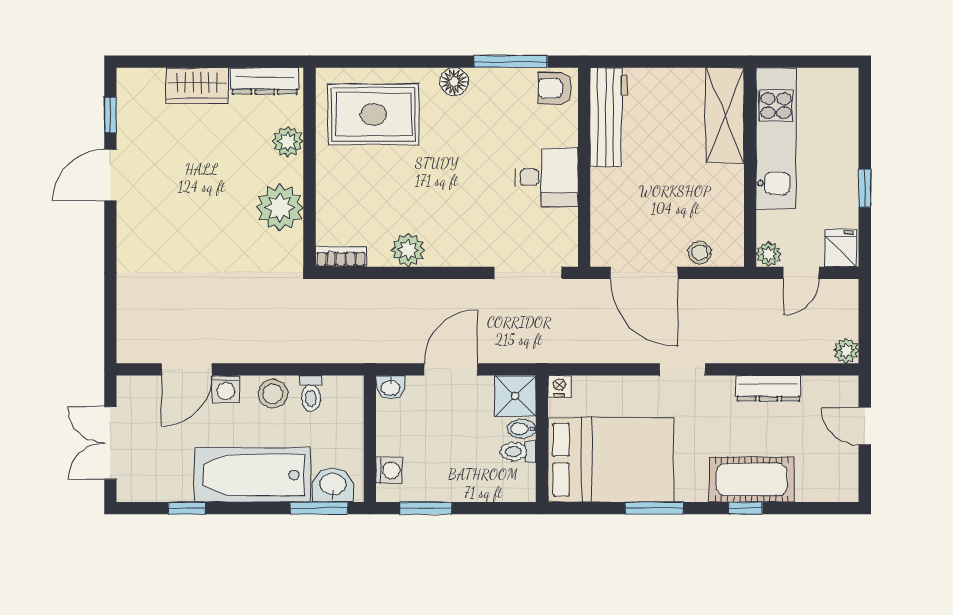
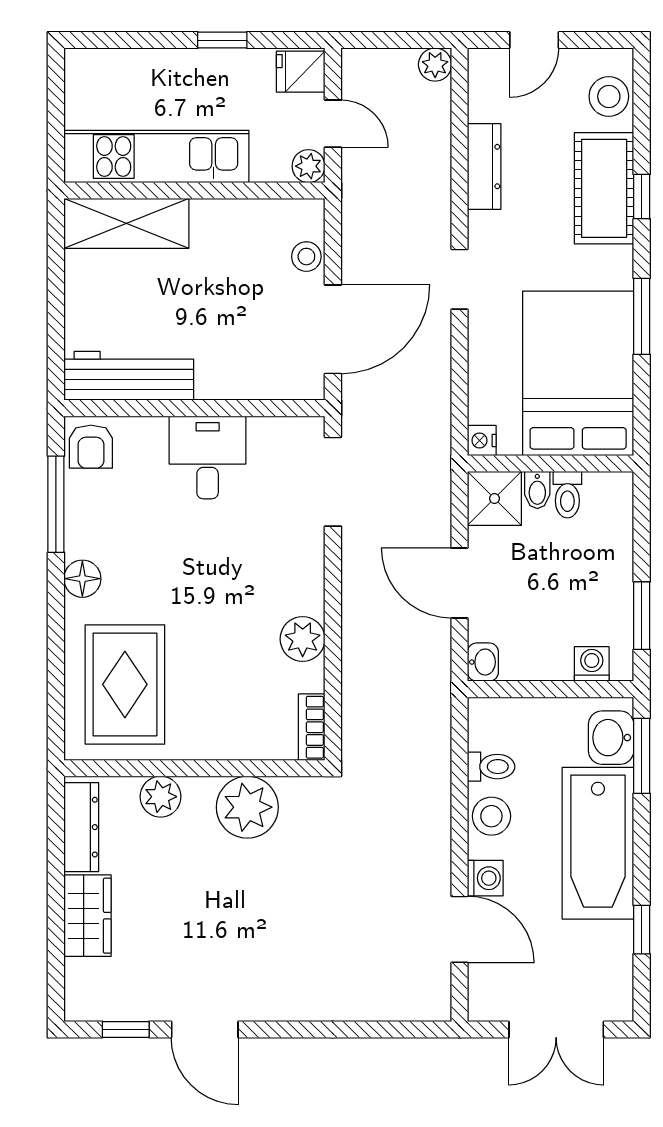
stool: (822, 483) -> (609, 96), added

